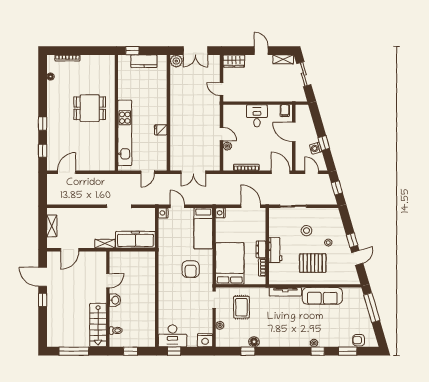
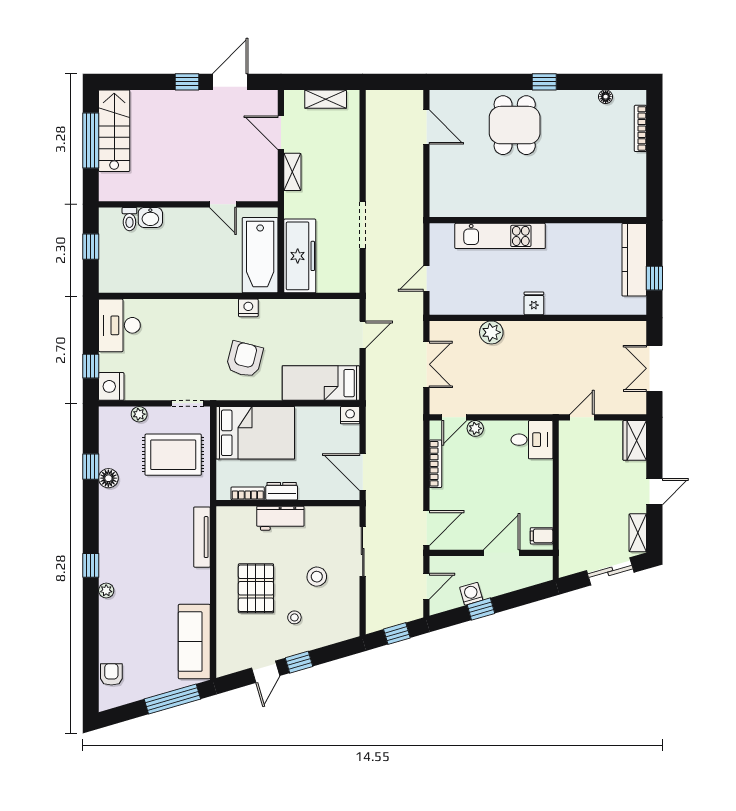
window: (132, 51) -> (654, 278), moved
kitchen counter: (144, 61) -> (634, 260), width x1.50
plant: (176, 61) -> (491, 332), moved
dining table: (90, 108) -> (515, 125), moved
desk: (257, 116) -> (532, 440), moved
window: (43, 124) -> (544, 82), moved
fridge: (161, 130) -> (534, 303), moved
kitchen unit: (125, 133) -> (500, 236), width x0.73
door: (222, 134) -> (454, 417), moved
window: (43, 151) -> (467, 82), removed
door: (148, 172) -> (426, 279), hinge flipped
double door: (193, 172) -> (426, 364), swing flipped
door: (251, 206) -> (363, 472), swing flipped
nightstand: (163, 213) -> (248, 308), moved
shelving: (105, 244) -> (292, 172), moved
door: (357, 258) -> (266, 672), hinge flipped
bathtub: (135, 261) -> (260, 255), added
armchair: (191, 269) -> (245, 359), turned 104
sofa: (322, 296) -> (194, 642), moved
washbasin: (115, 300) -> (150, 217), moved
rug: (241, 307) -> (173, 455), width x1.36, depth x1.43
stairs: (98, 325) -> (114, 131), moved, turned 90
window: (174, 351) -> (91, 366), moved
window: (318, 351) -> (91, 565), moved
window: (348, 351) -> (91, 654), removed

